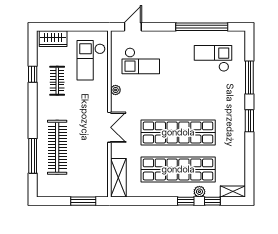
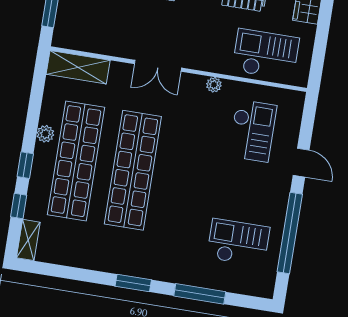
door: (133, 27) -> (301, 163), moved
checkout: (213, 58) -> (238, 243), turned -90
checkout: (141, 61) -> (252, 131), turned 180
plant: (199, 192) -> (45, 134), moved

